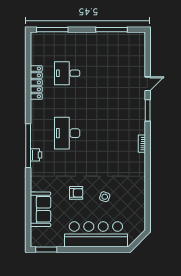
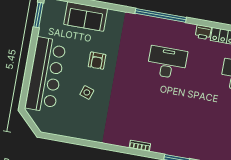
printer: (36, 155) -> (203, 32), moved

